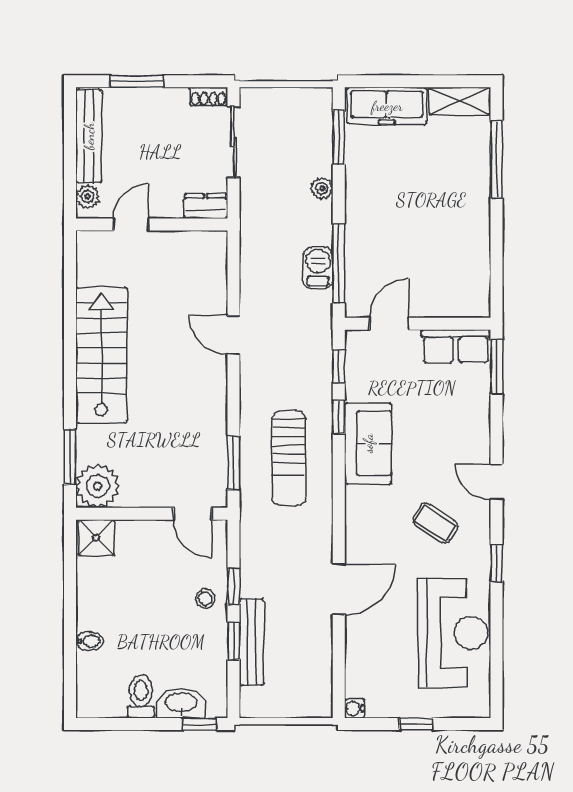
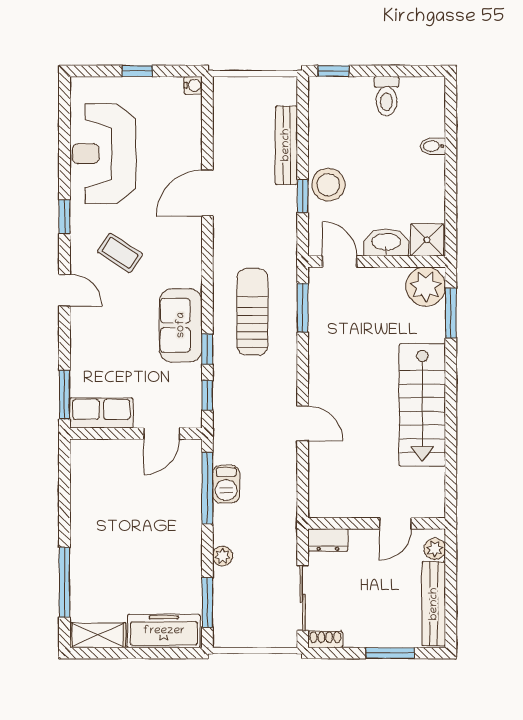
stool: (205, 599) -> (328, 185), width x1.89, depth x1.89
window: (234, 641) -> (303, 146), removed
washbasin: (181, 703) -> (386, 243), moved, turned 180

